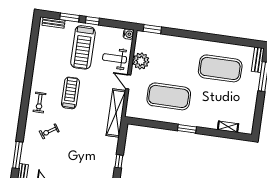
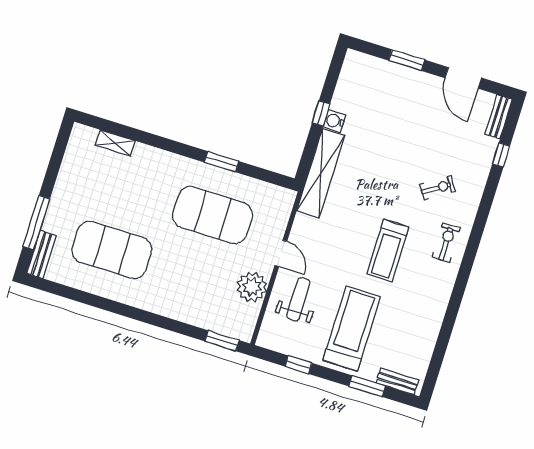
window: (92, 21) -> (299, 365), moved
water cooler: (129, 34) -> (334, 121), moved
weight bench: (115, 58) -> (298, 299), turned -90
shelving: (116, 113) -> (321, 173), moved
window: (187, 129) -> (222, 162), moved
window: (18, 155) -> (501, 155), width x0.46

